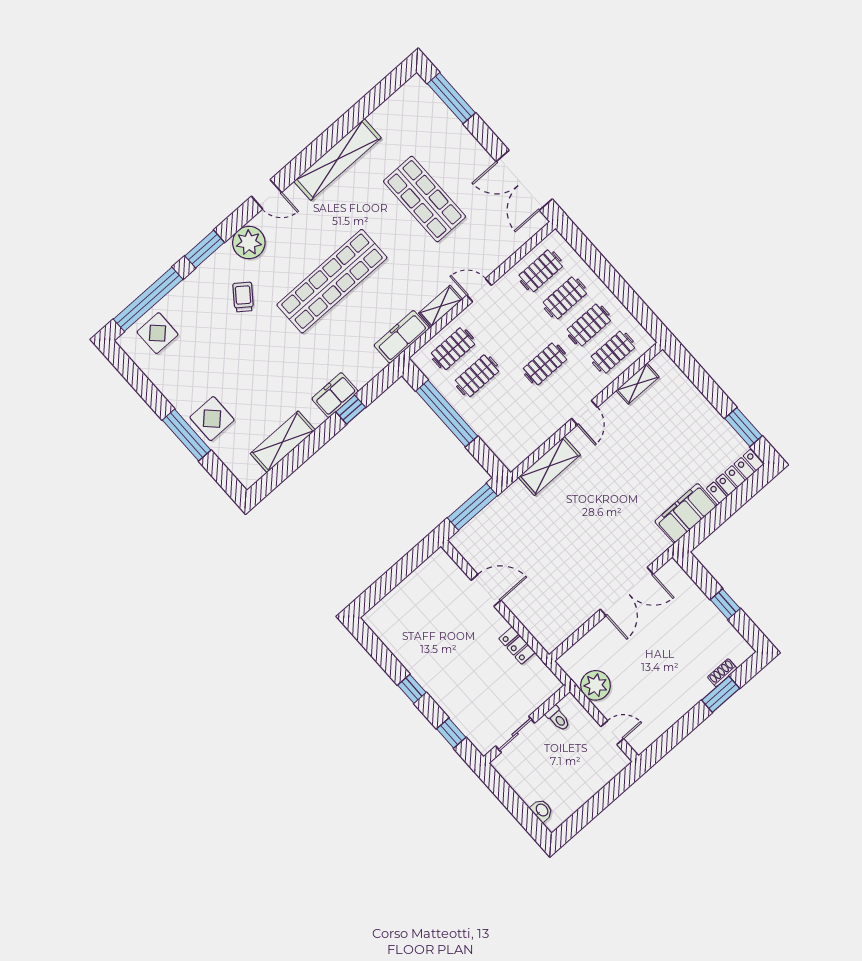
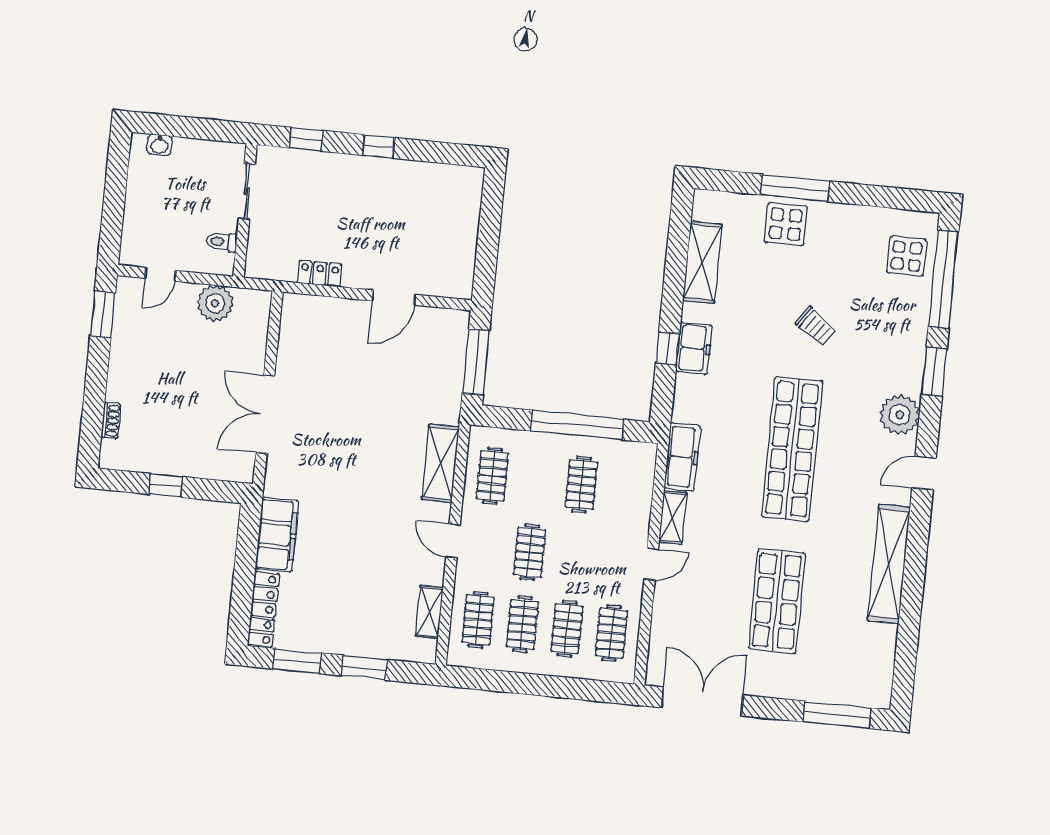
shop shelf: (425, 199) -> (777, 601), turned 90
trolley: (243, 297) -> (816, 326), moved
clothes rail: (453, 349) -> (492, 476), moved
window: (707, 386) -> (364, 668), added
window: (721, 694) -> (103, 314), moved

